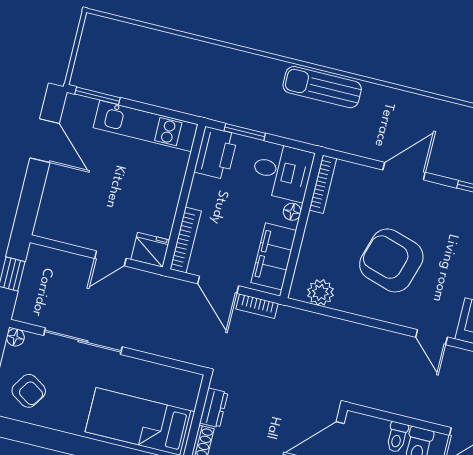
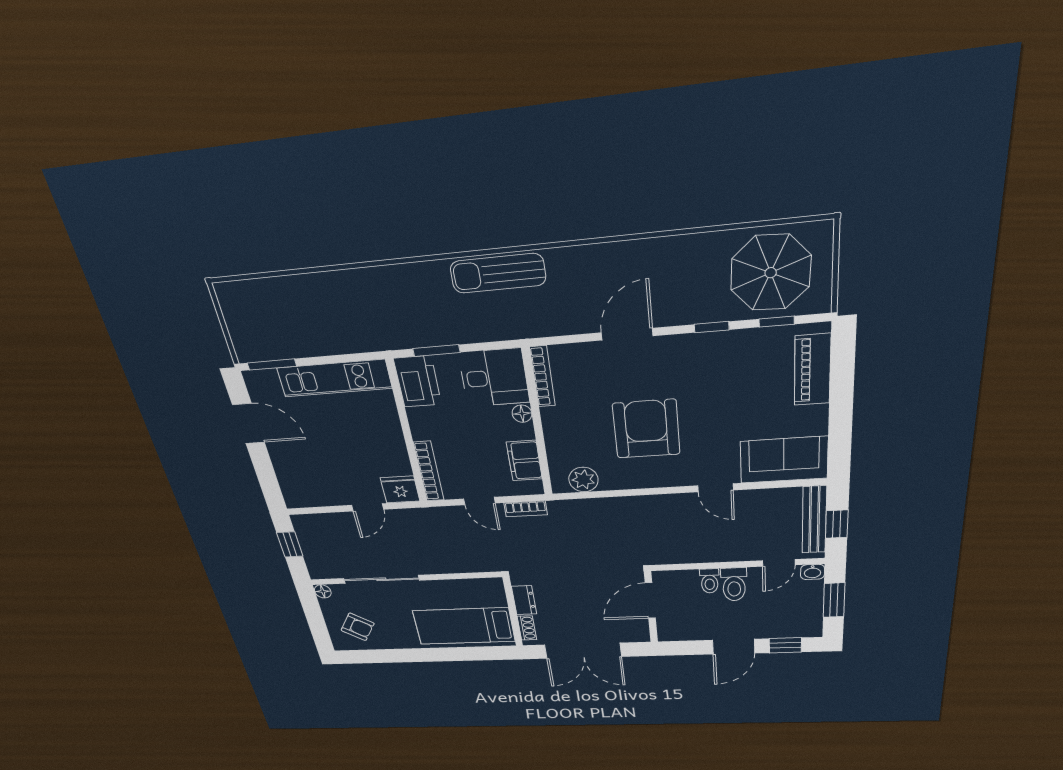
filing cabinet: (274, 256) -> (524, 461), width x0.67, depth x0.86
armchair: (391, 260) -> (646, 429), turned 73
door: (218, 285) -> (479, 501), width x0.73

